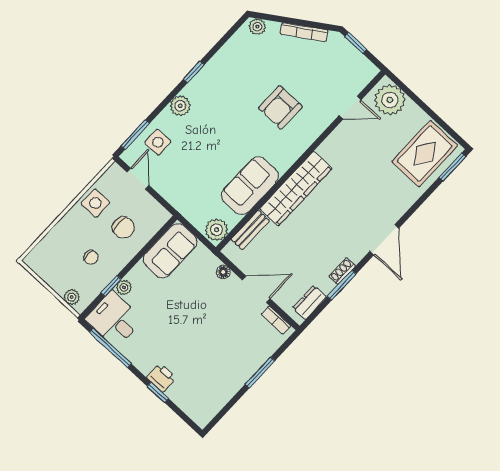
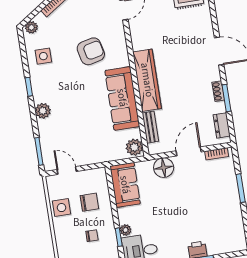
armchair: (280, 107) -> (91, 51), turned -103
side table: (158, 142) -> (43, 56), moved
sofa: (250, 186) -> (122, 98), width x1.36
floor lamp: (223, 272) -> (164, 168), width x1.89, depth x1.89

